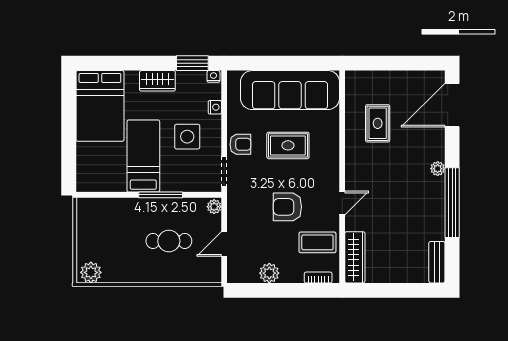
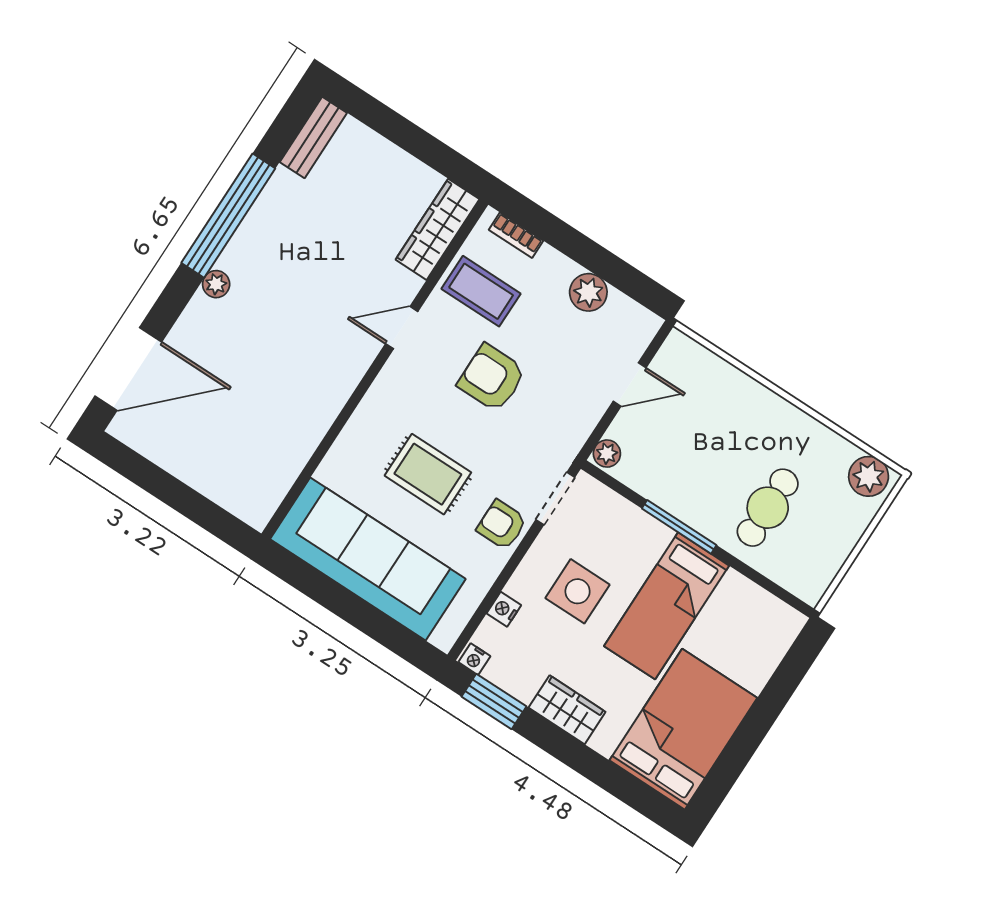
rug: (378, 123) -> (264, 417), removed
armchair: (287, 207) -> (492, 378), turned 180
cafe table: (169, 241) -> (768, 508), moved, turned 90

